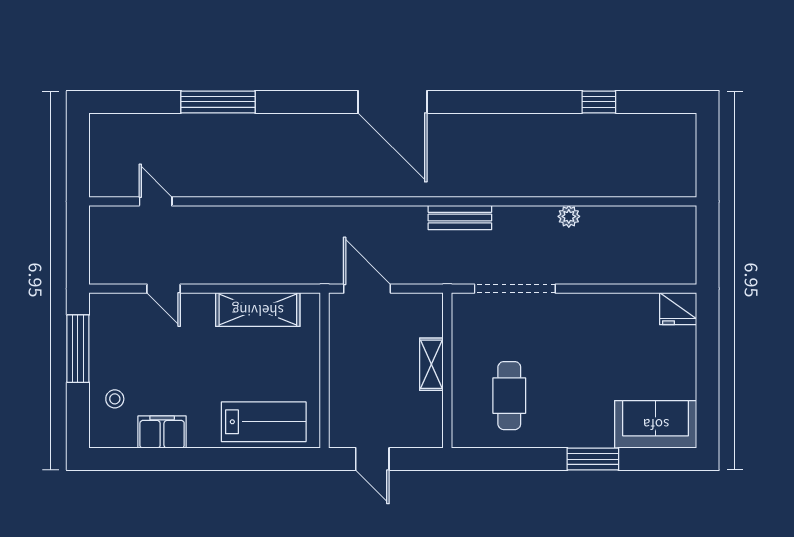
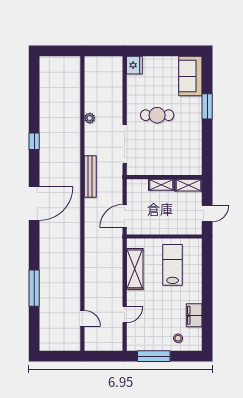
window: (599, 102) -> (34, 141), moved
door: (156, 201) -> (82, 318), swing flipped
bench: (460, 218) -> (90, 176), width x1.36
cafe table: (509, 396) -> (157, 115), moved
shelving: (431, 420) -> (188, 185), added
lab bench: (264, 422) -> (173, 265), moved

